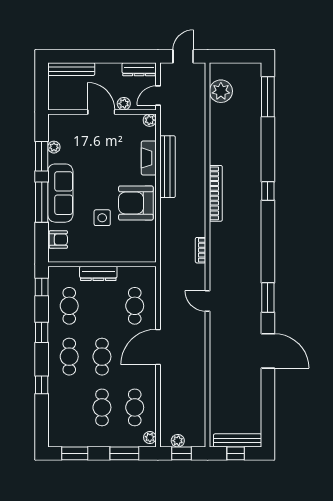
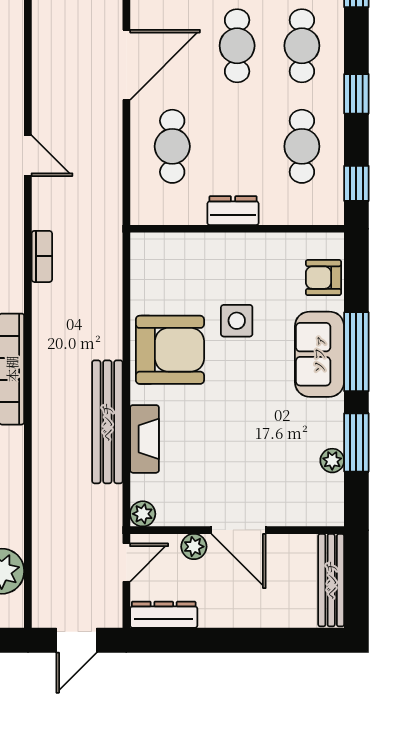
bench: (71, 69) -> (331, 580), moved, turned 90
sofa: (60, 193) -> (319, 354), width x0.73
dresser: (98, 273) -> (233, 211), width x0.70

